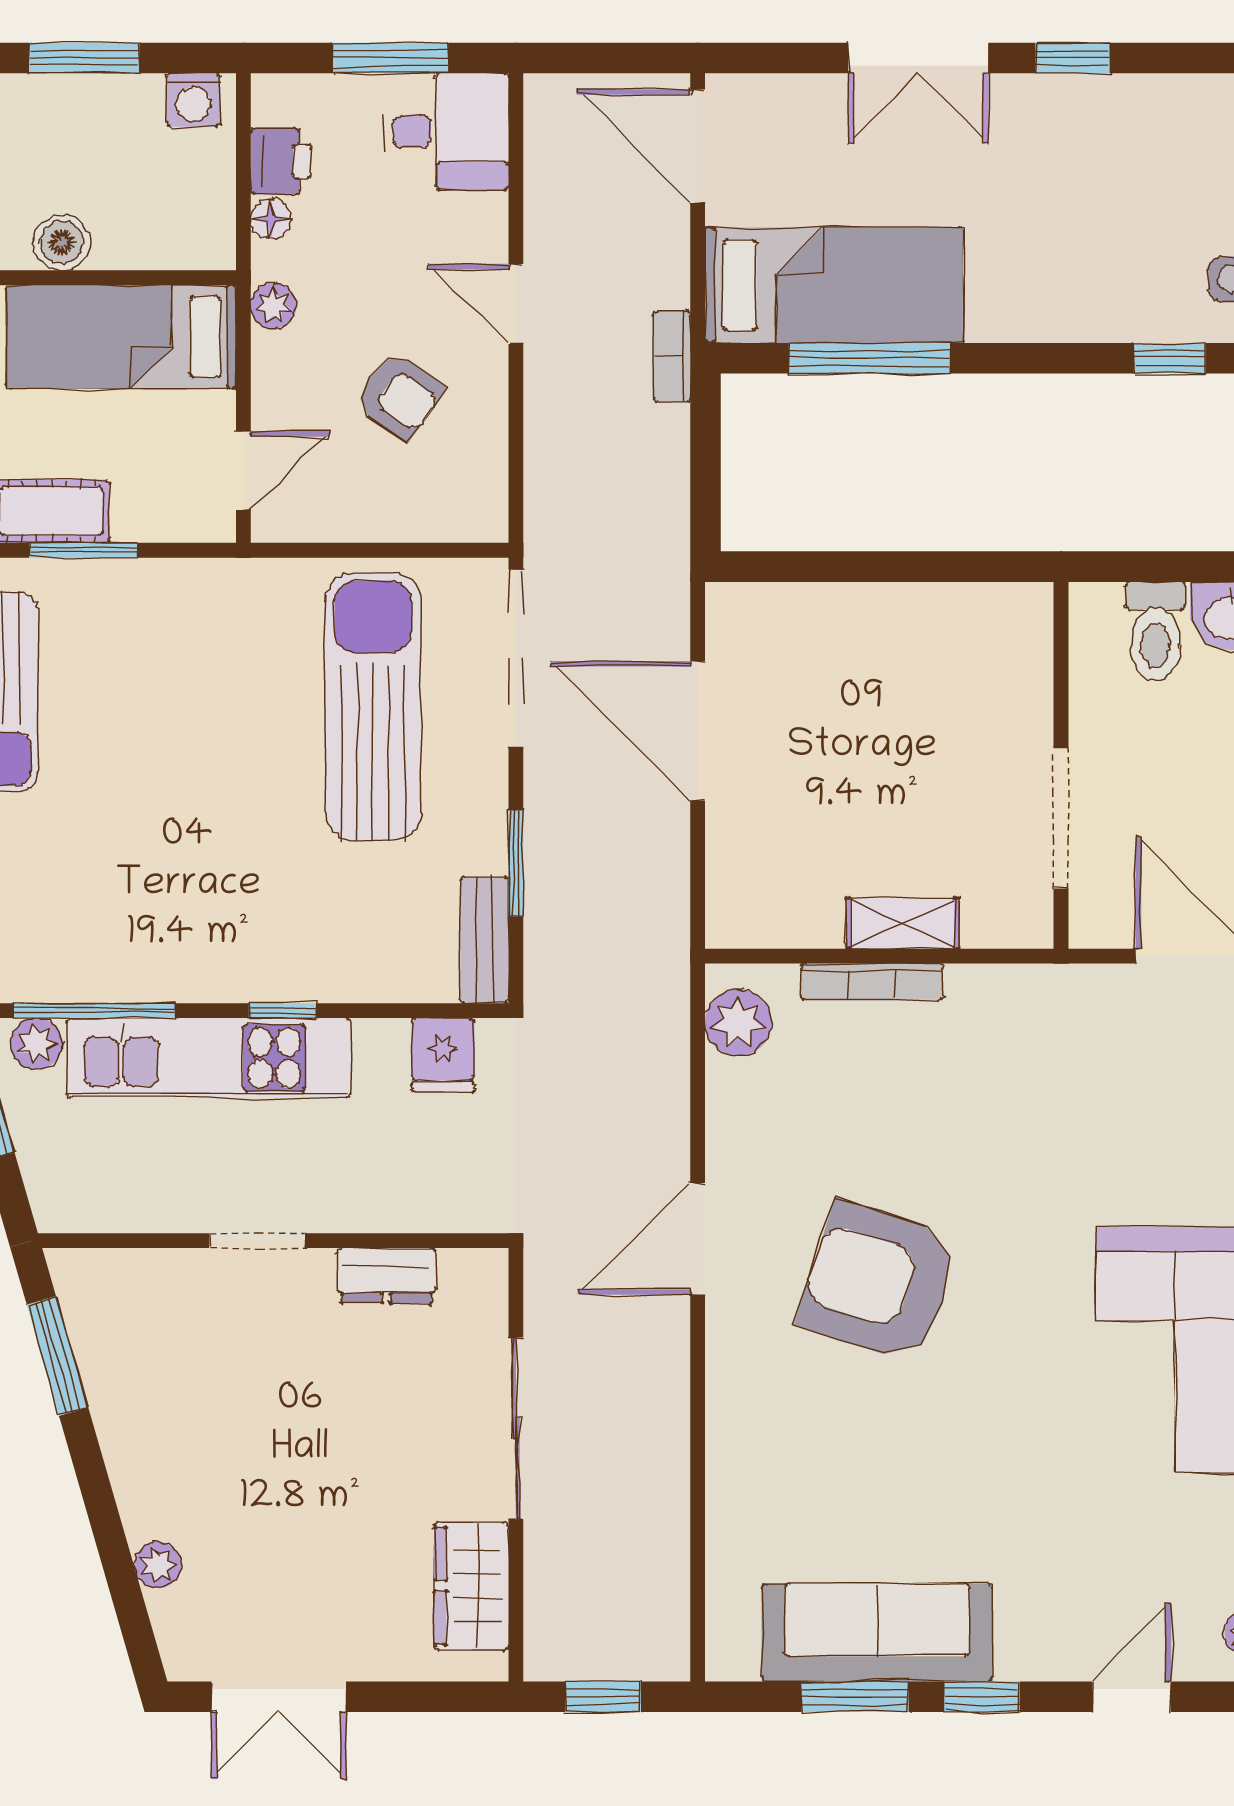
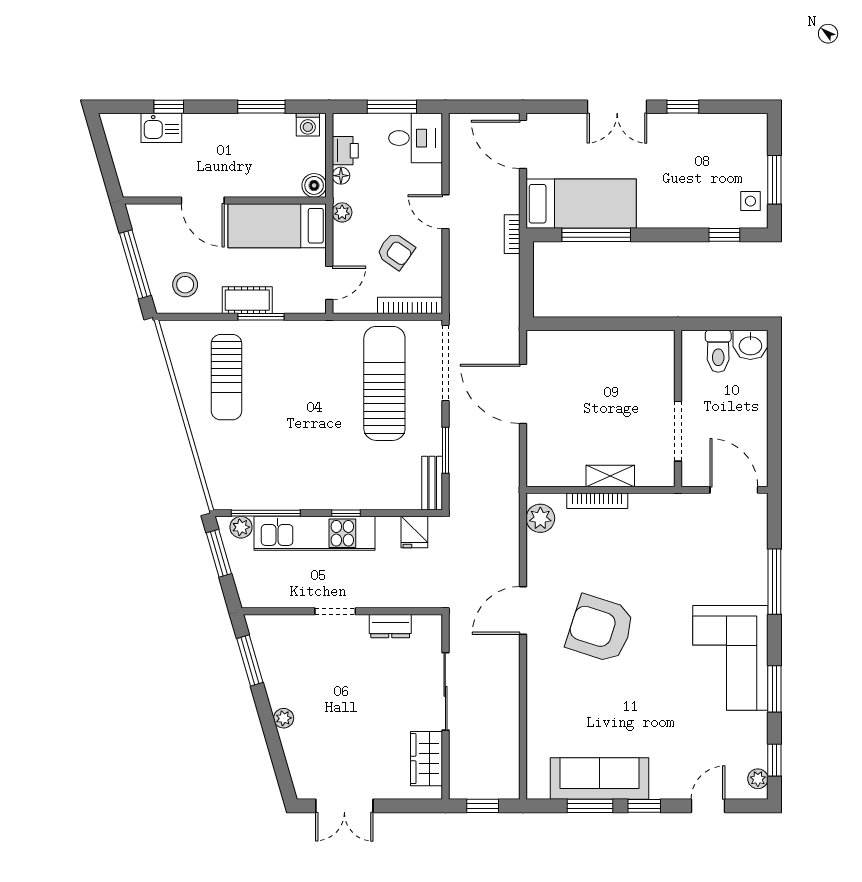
boiler: (62, 242) -> (314, 185), moved
bookcase: (433, 524) -> (410, 305), added
plant: (158, 1565) -> (284, 718), moved

